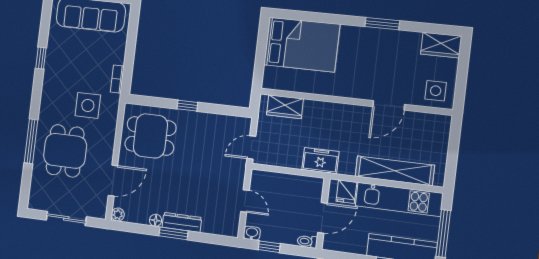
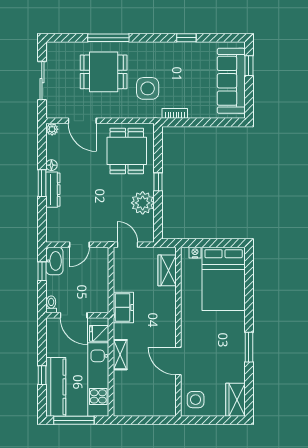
nightstand: (269, 73) -> (195, 253), added
plant: (208, 125) -> (143, 203), added
shelving: (395, 171) -> (120, 355), width x0.45, depth x0.75
washbasin: (252, 233) -> (54, 261), width x1.91, depth x1.45

